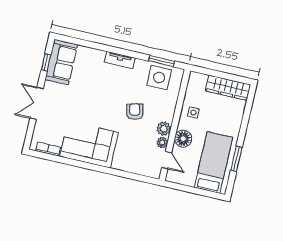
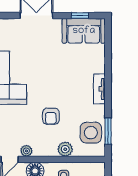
armchair: (135, 112) -> (51, 116), turned 104
plant: (164, 129) -> (65, 149), moved

